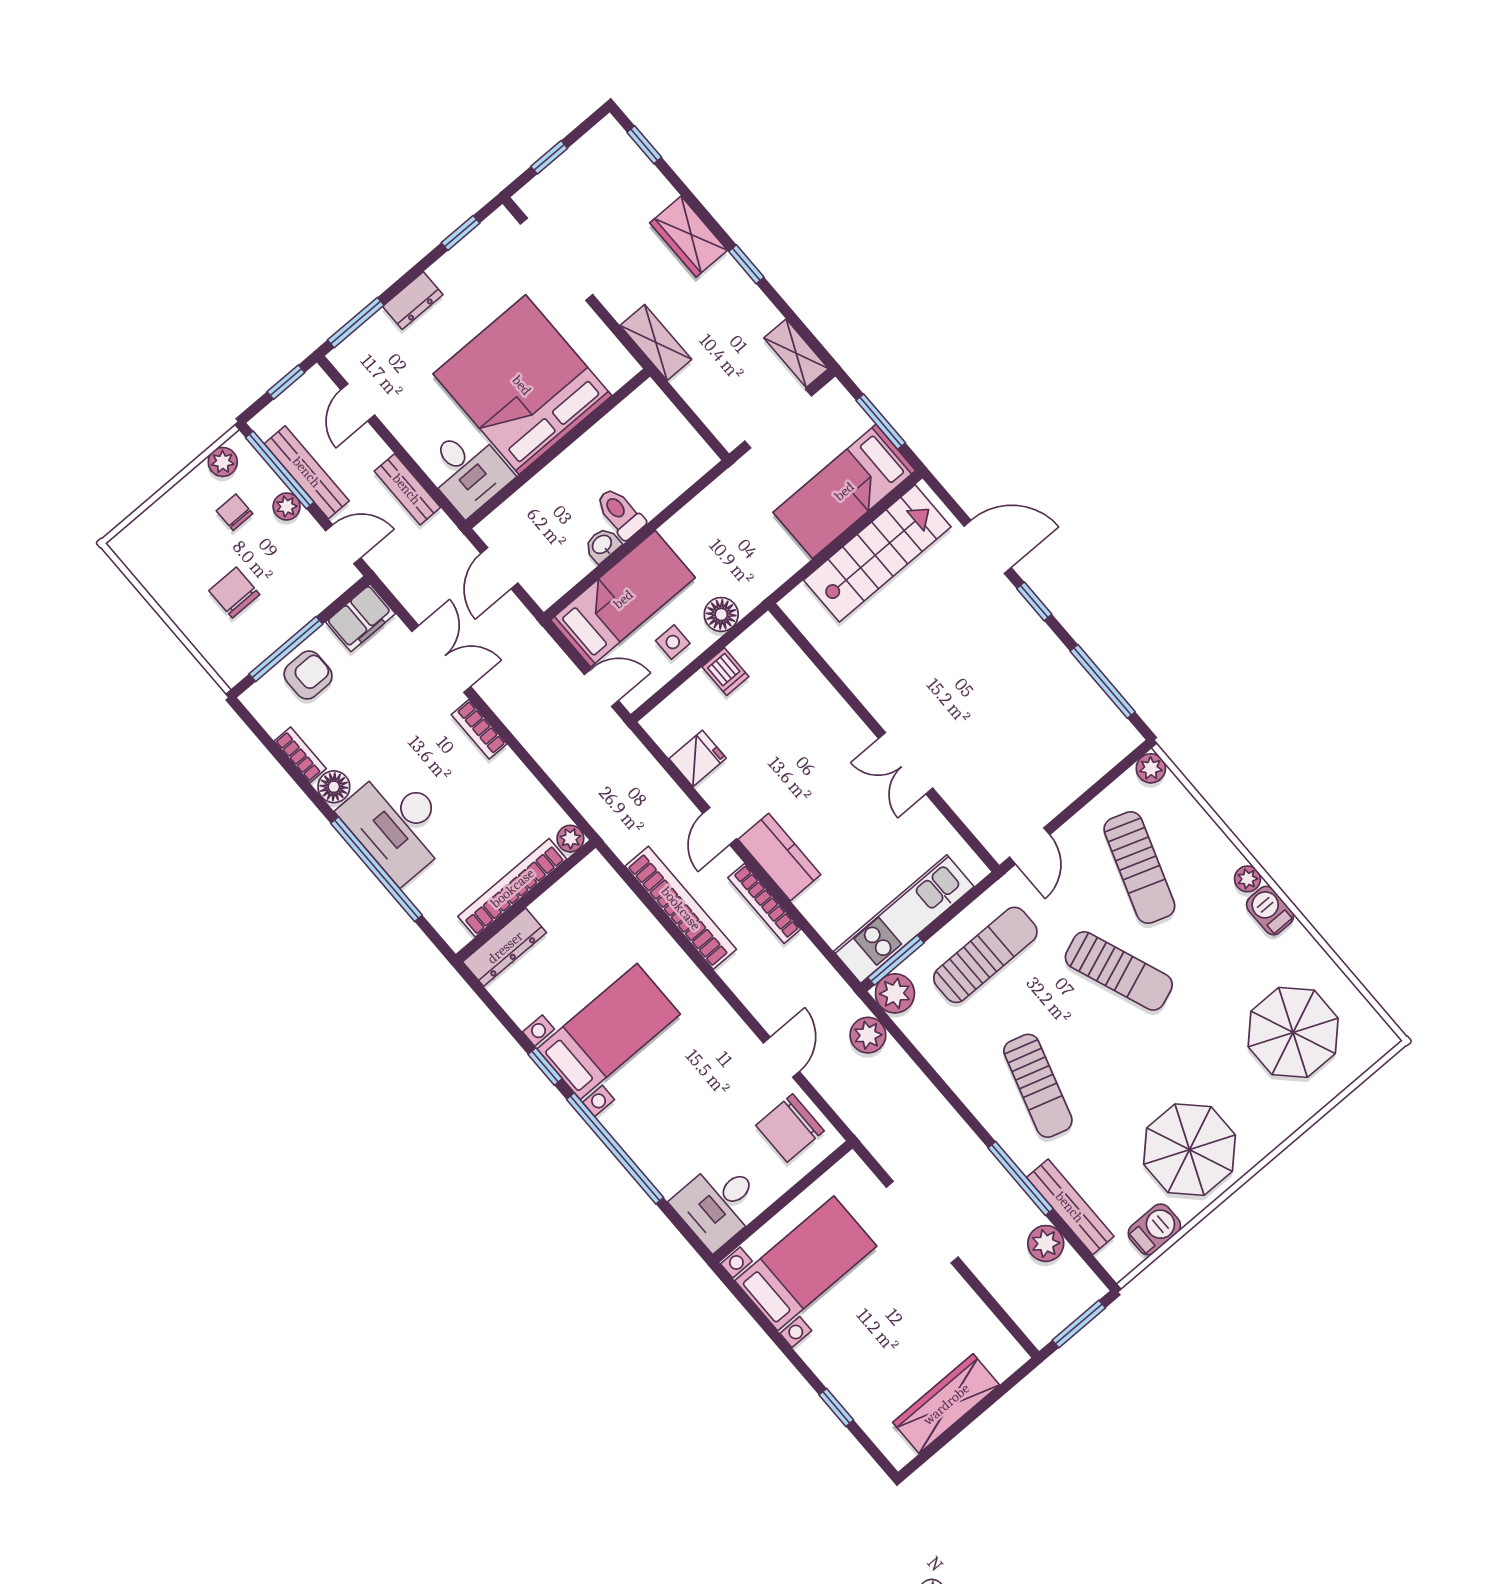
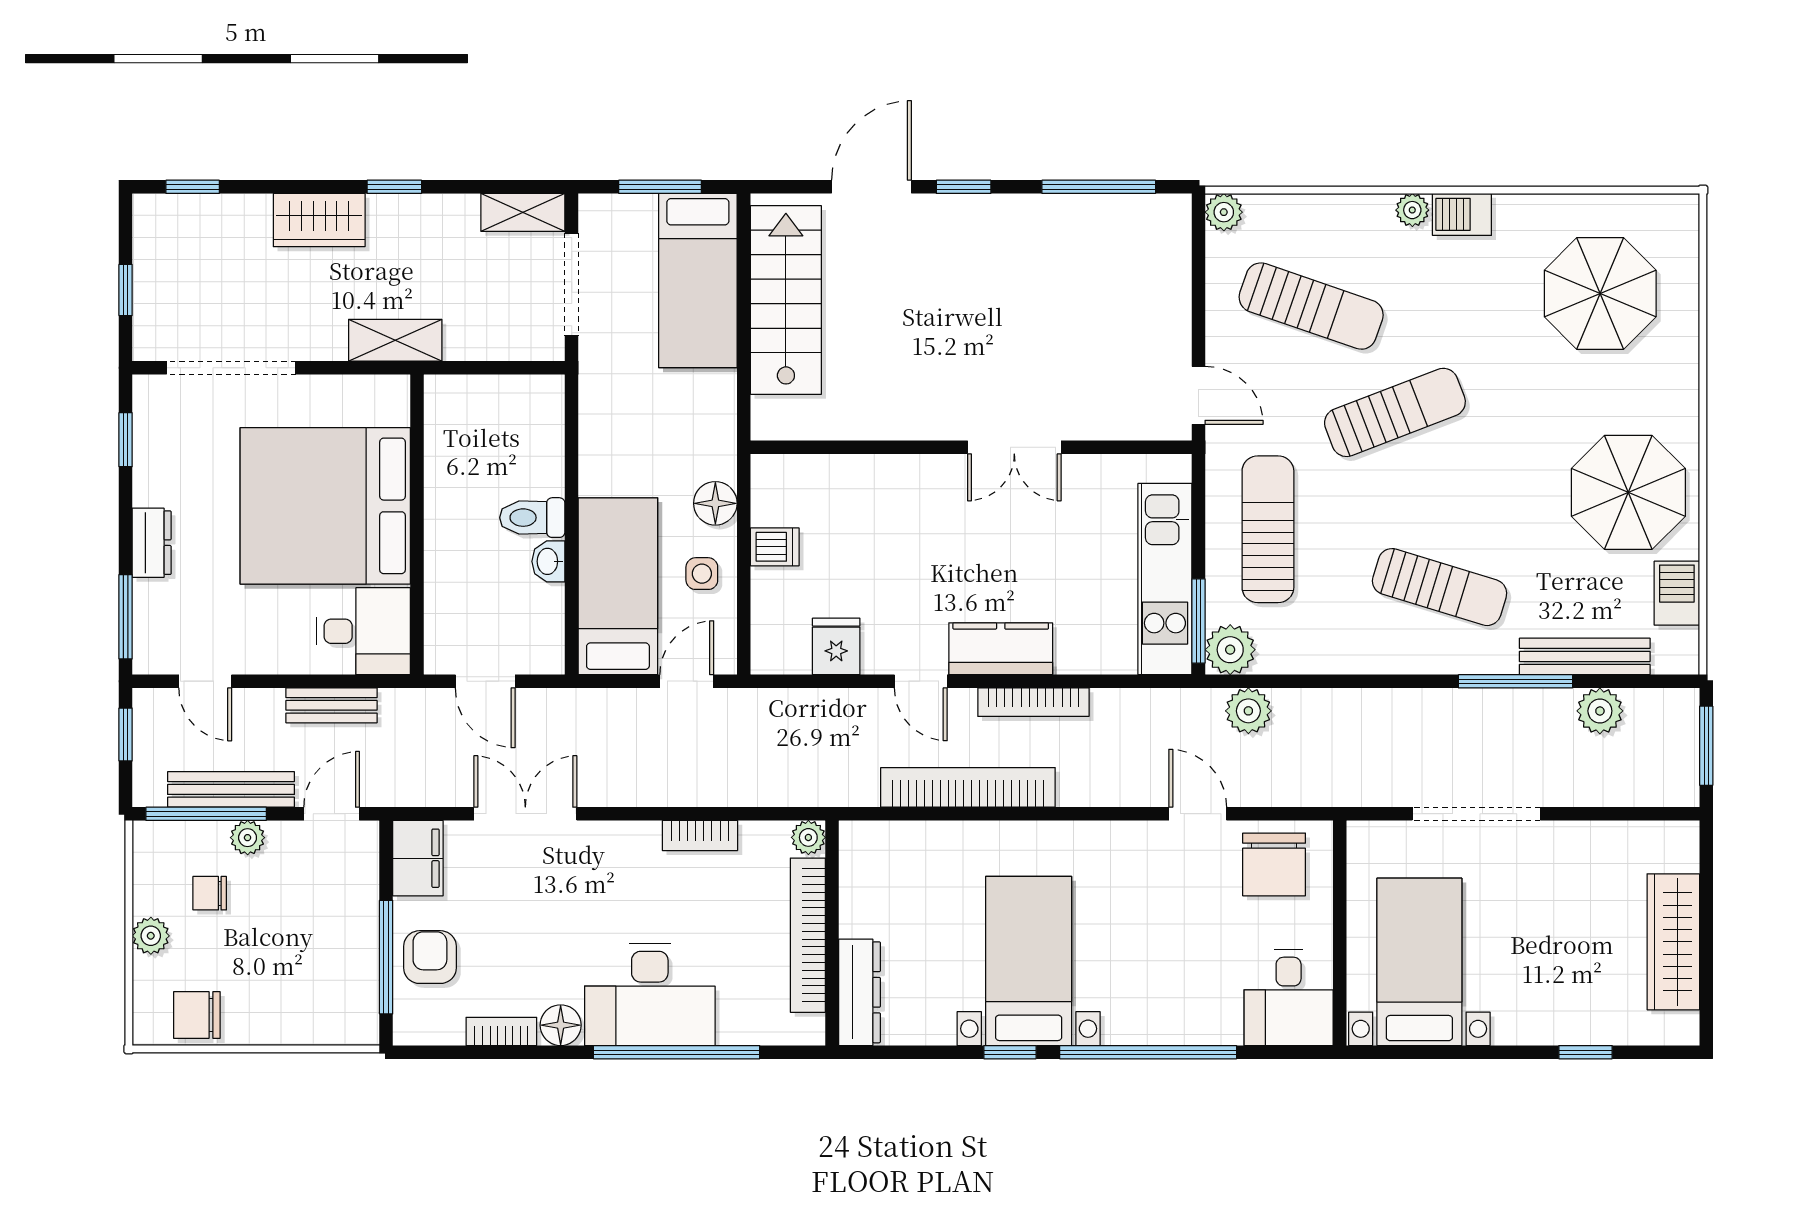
plant: (223, 462) -> (151, 936), moved
chair: (234, 593) -> (197, 1015), moved
bookcase: (479, 729) -> (700, 835), moved

